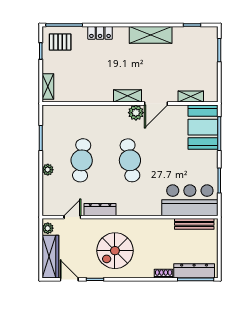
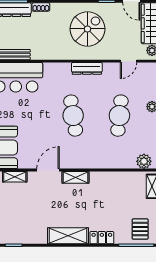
shelving: (151, 35) -> (68, 236), moved
pallet: (60, 42) -> (140, 229), turned 90
plant: (136, 113) -> (144, 161), moved
dresser: (100, 210) -> (87, 68), moved

